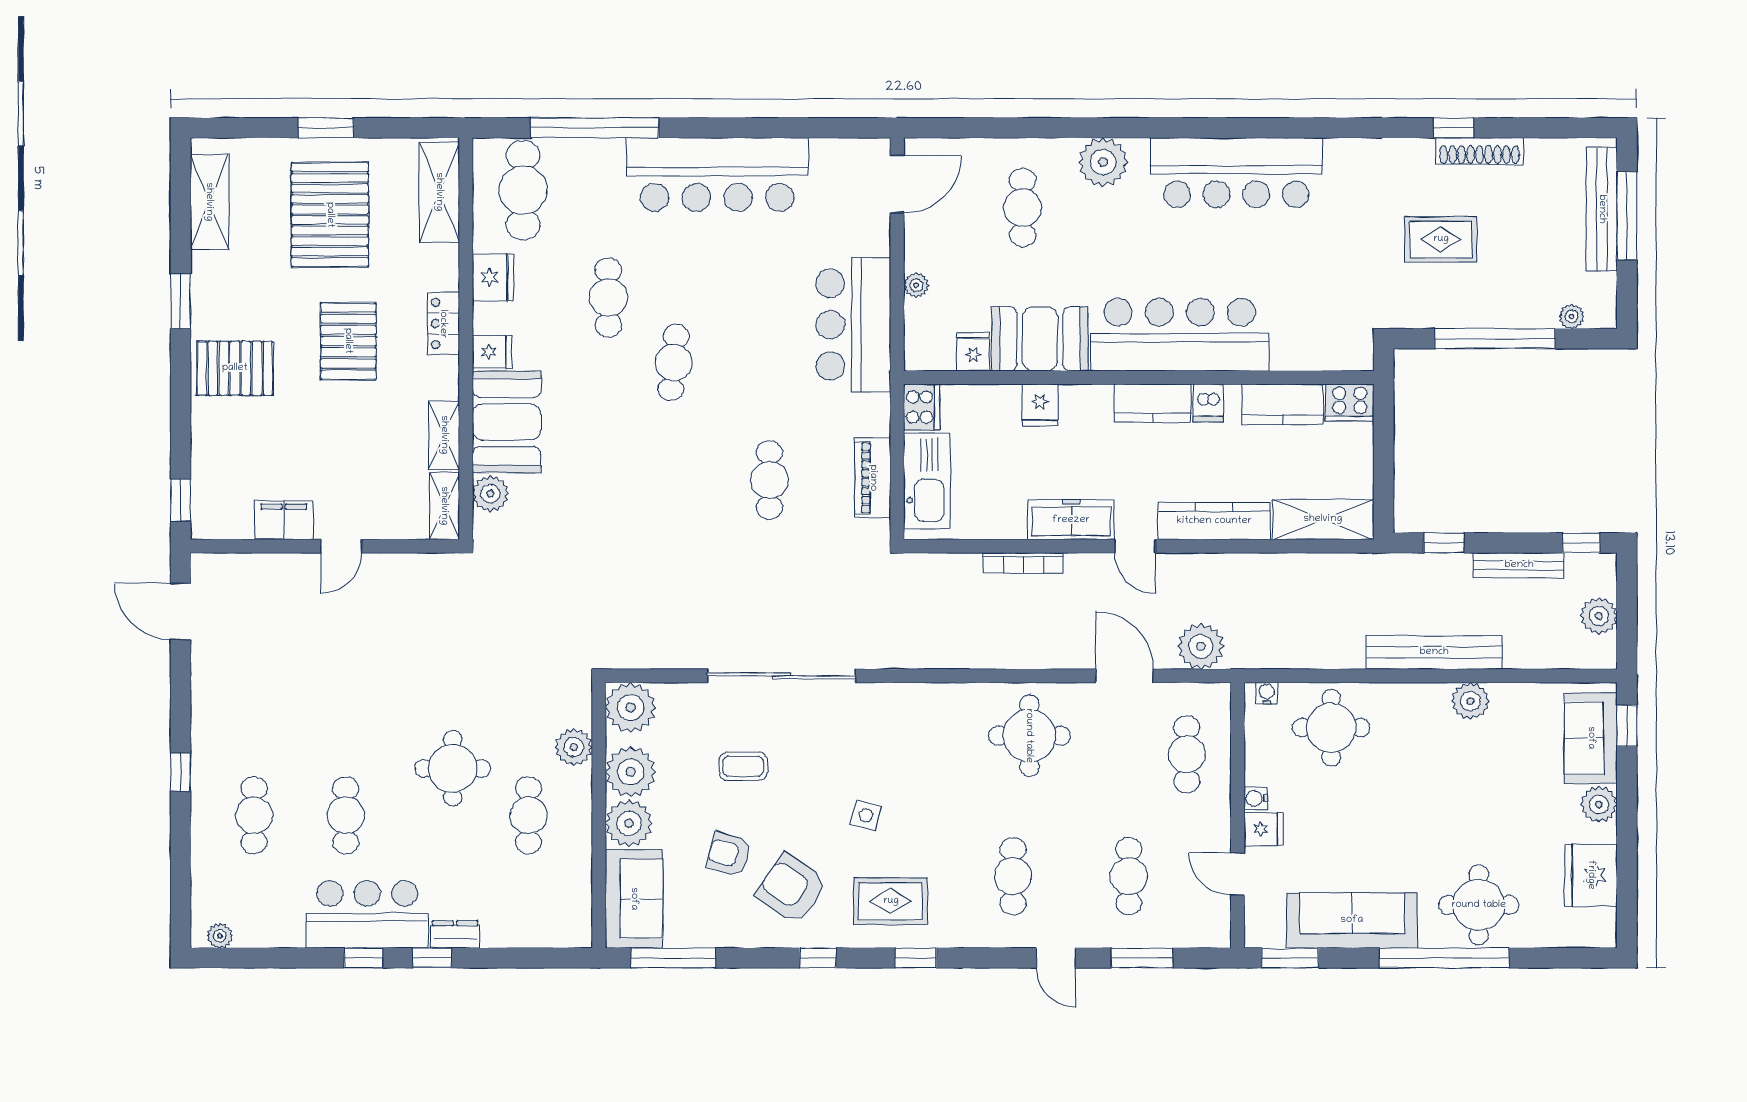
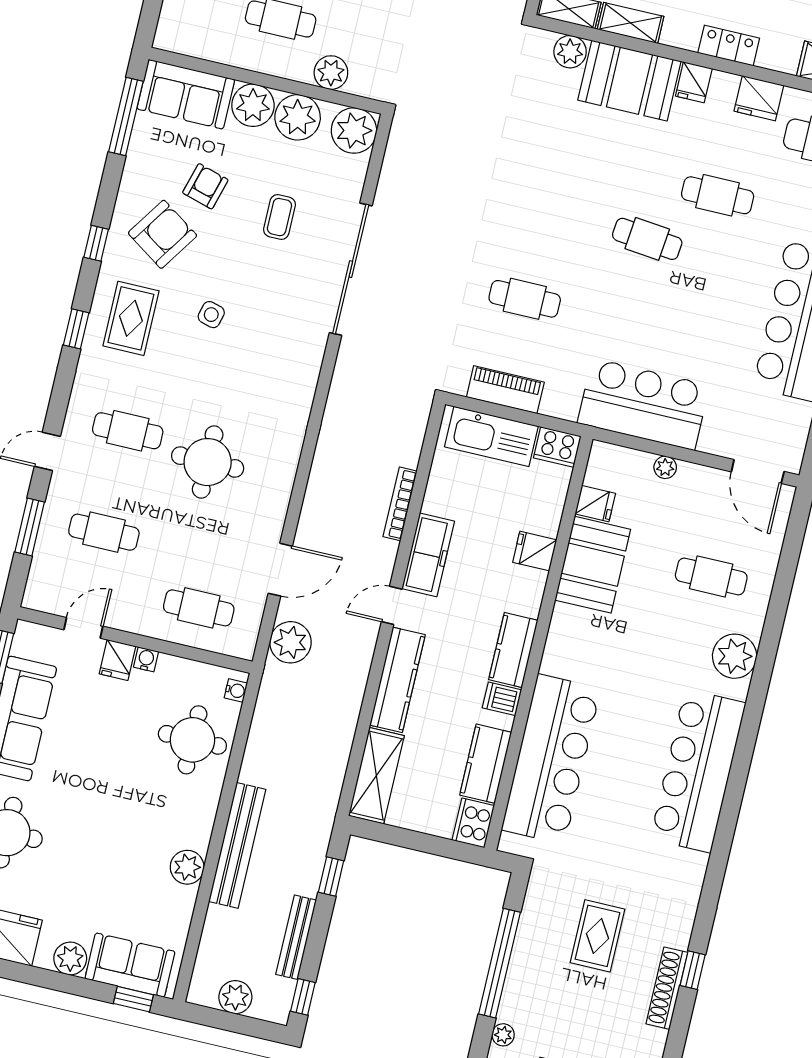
bar counter: (1180, 335) -> (551, 759), moved
round table: (1029, 736) -> (208, 462), moved

